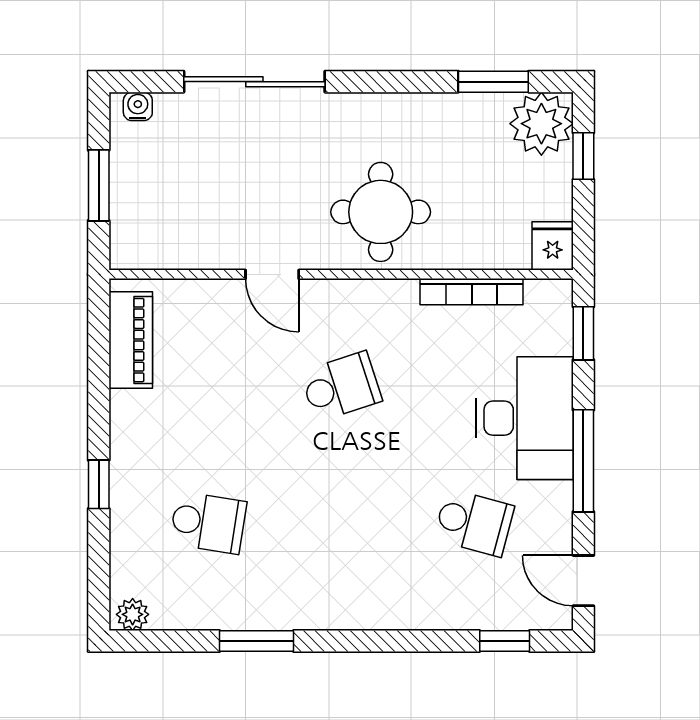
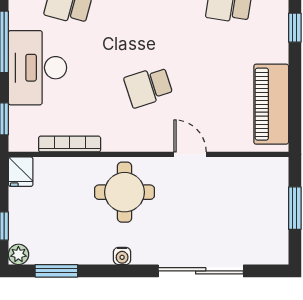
water cooler: (138, 106) -> (122, 256), moved
plant: (541, 124) -> (18, 254), width x0.53, depth x0.53
piano: (131, 340) -> (271, 104), width x1.37, depth x1.33

